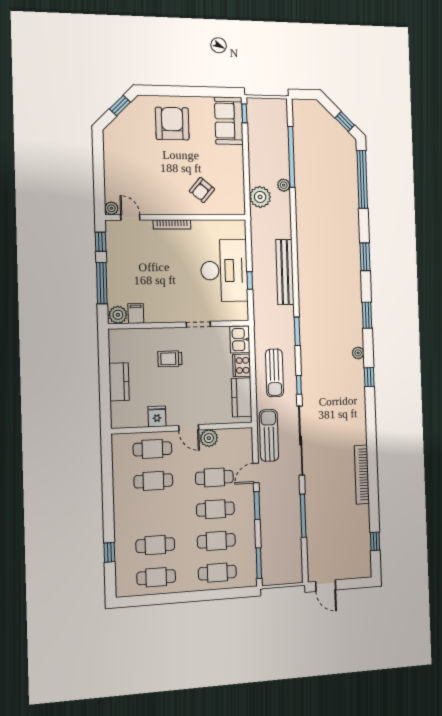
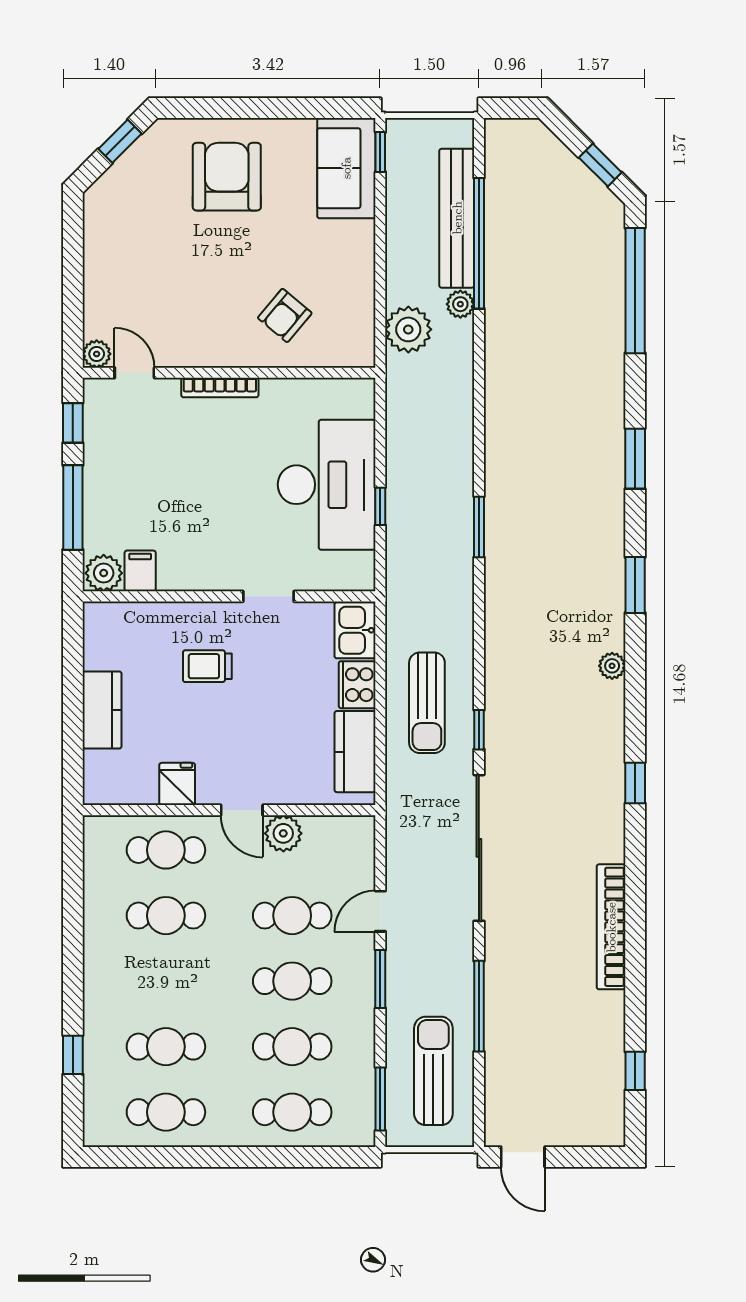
bench: (285, 272) -> (457, 218), moved
window: (297, 331) -> (479, 527), moved
window: (369, 377) -> (635, 783), moved
sun lounger: (269, 435) -> (433, 1071), moved

